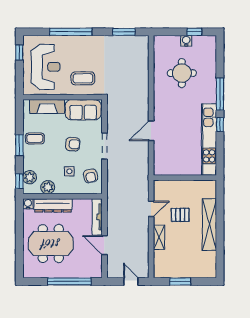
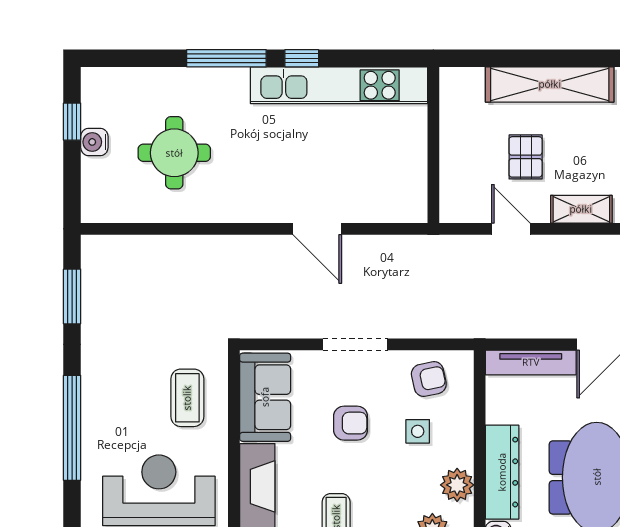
armchair: (73, 144) -> (351, 423), turned 86

